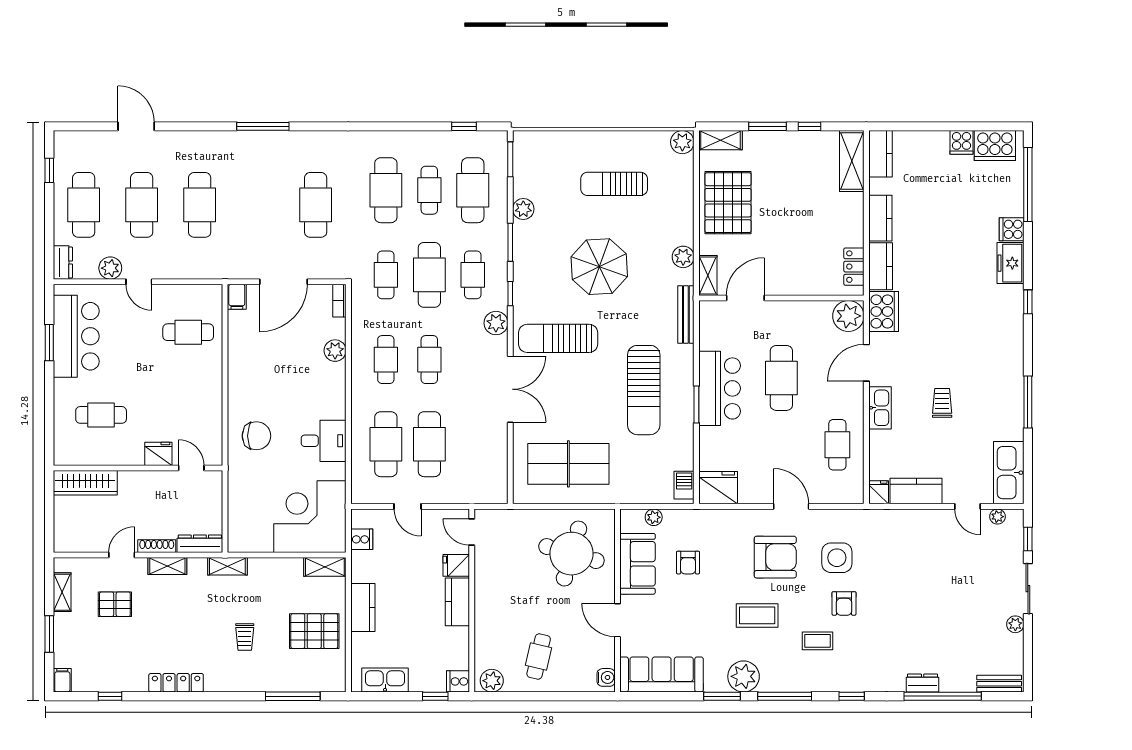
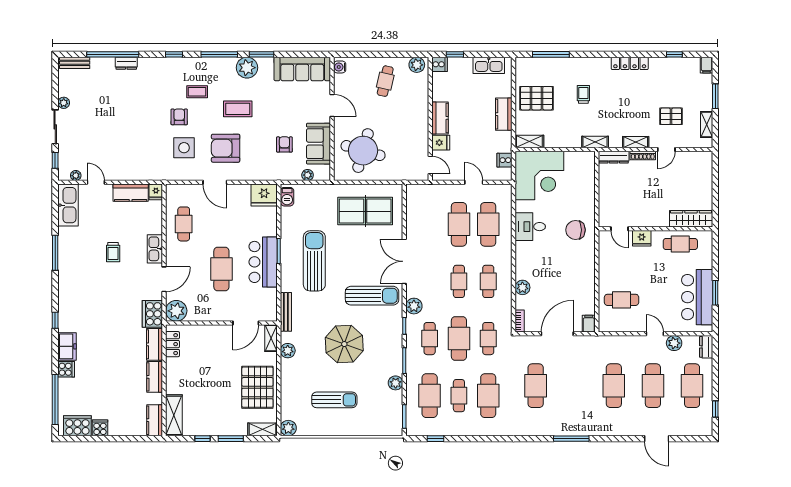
fridge: (158, 454) -> (642, 238), moved
wall: (138, 468) -> (655, 229), moved
door: (191, 468) -> (619, 229), moved
wardrobe: (85, 483) -> (691, 219), moved

